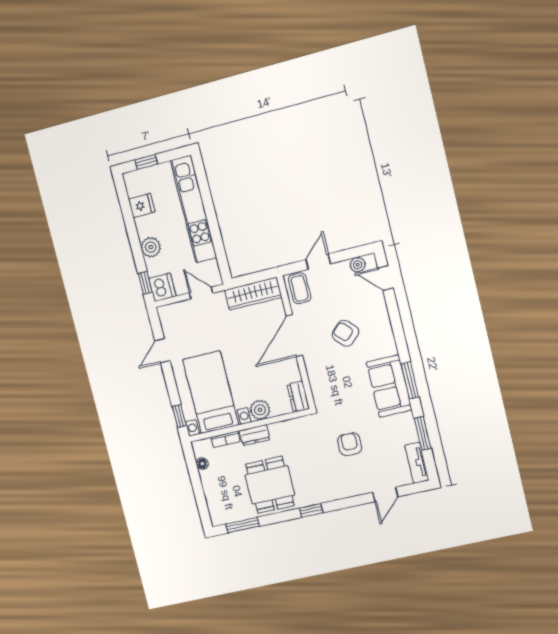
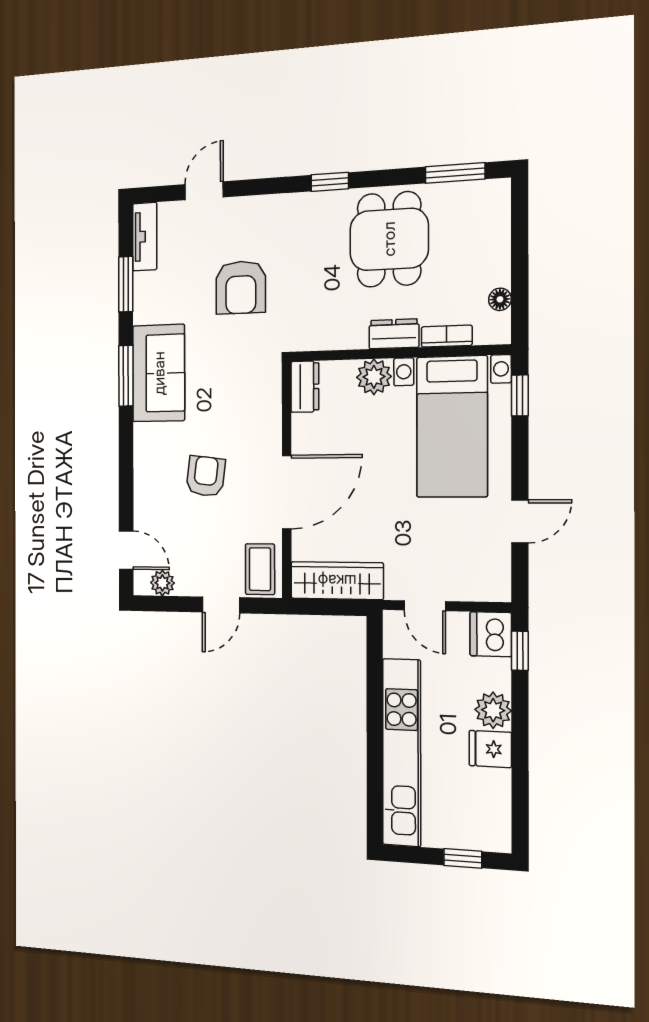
fridge: (142, 205) -> (490, 749), moved
armchair: (345, 333) -> (206, 476), turned -129
armchair: (350, 444) -> (241, 287), width x1.38, depth x1.38

